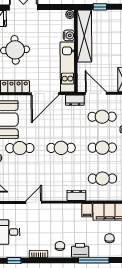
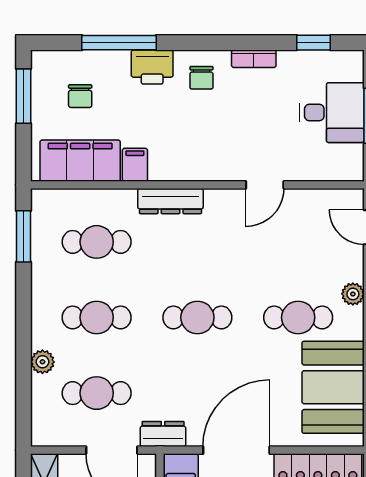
dresser: (76, 195) -> (170, 201), width x1.44

